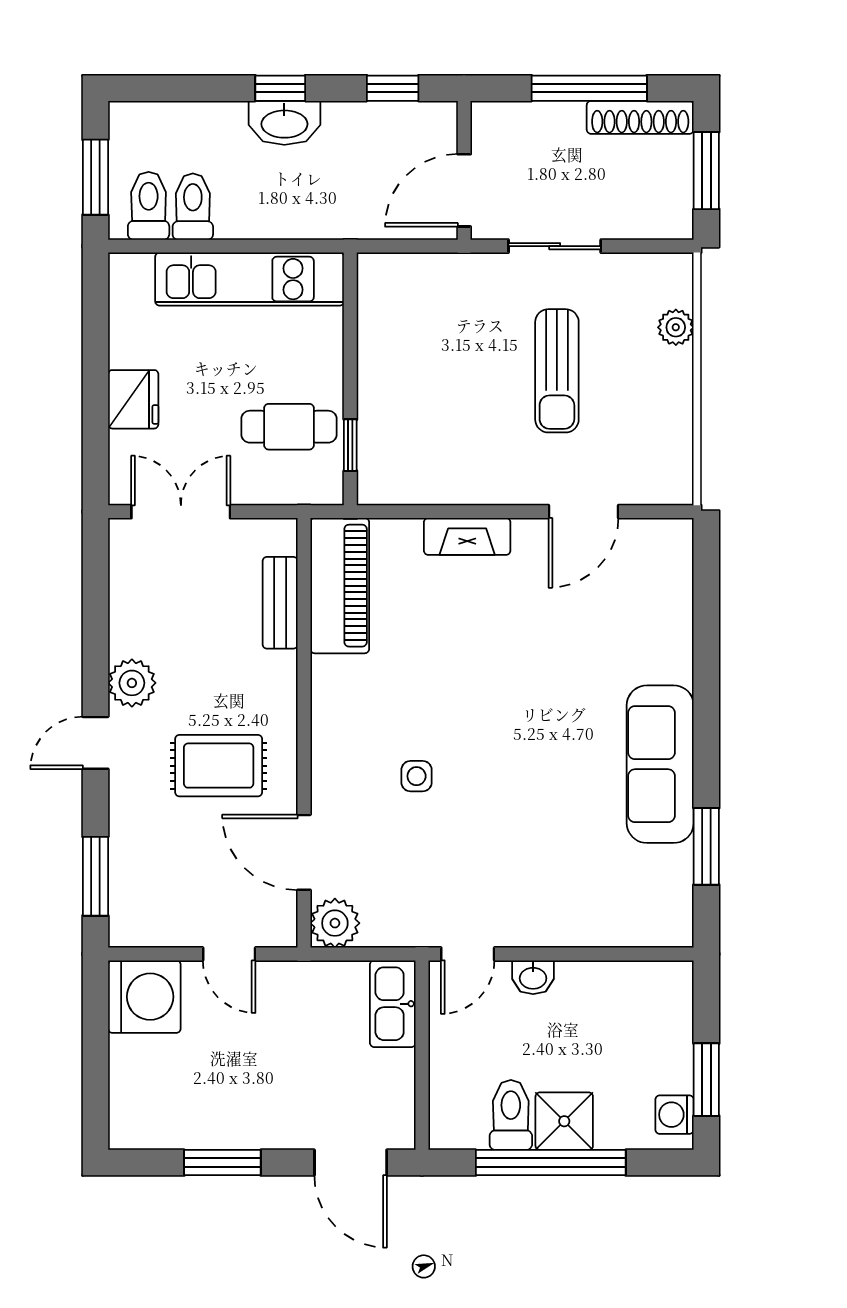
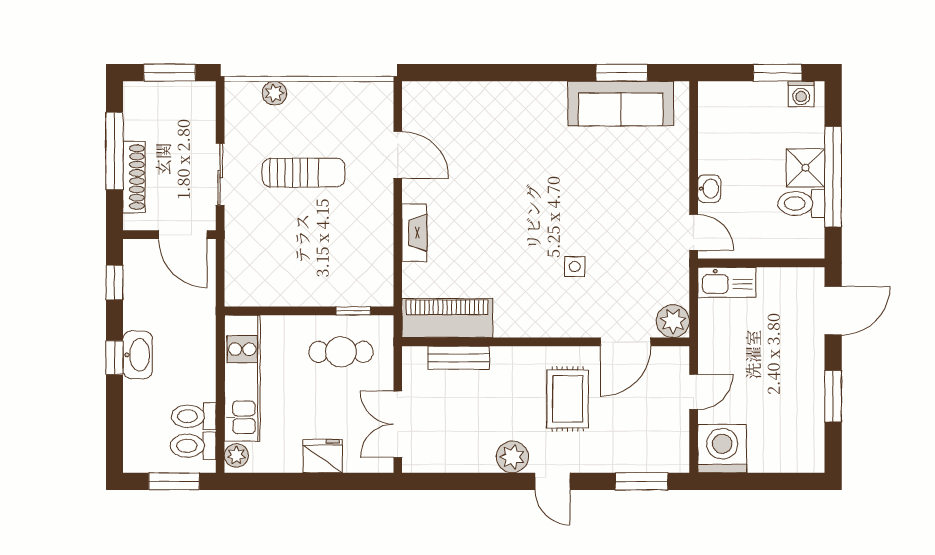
shoe rack: (640, 117) -> (134, 177), moved
plant: (134, 270) -> (236, 455), added
cafe table: (289, 427) -> (341, 352), turned 90
sofa: (660, 764) -> (621, 104), moved

